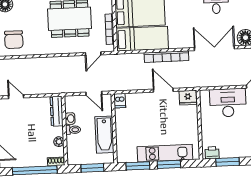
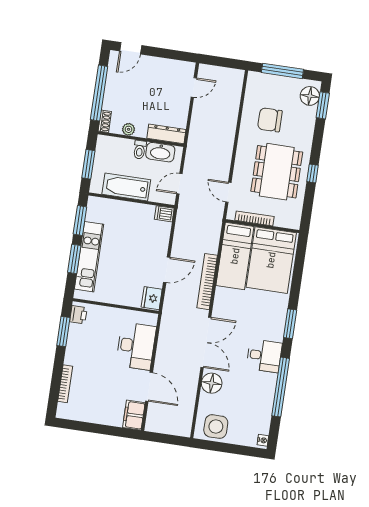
chair: (14, 40) -> (270, 120), moved
washbasin: (70, 119) -> (160, 152), width x1.91, depth x1.45

